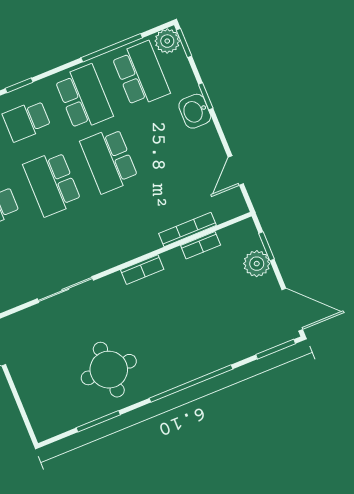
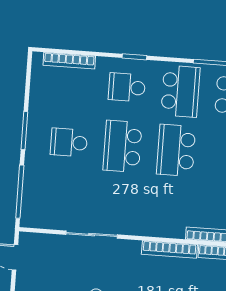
bookcase: (142, 270) -> (169, 249), width x1.56

